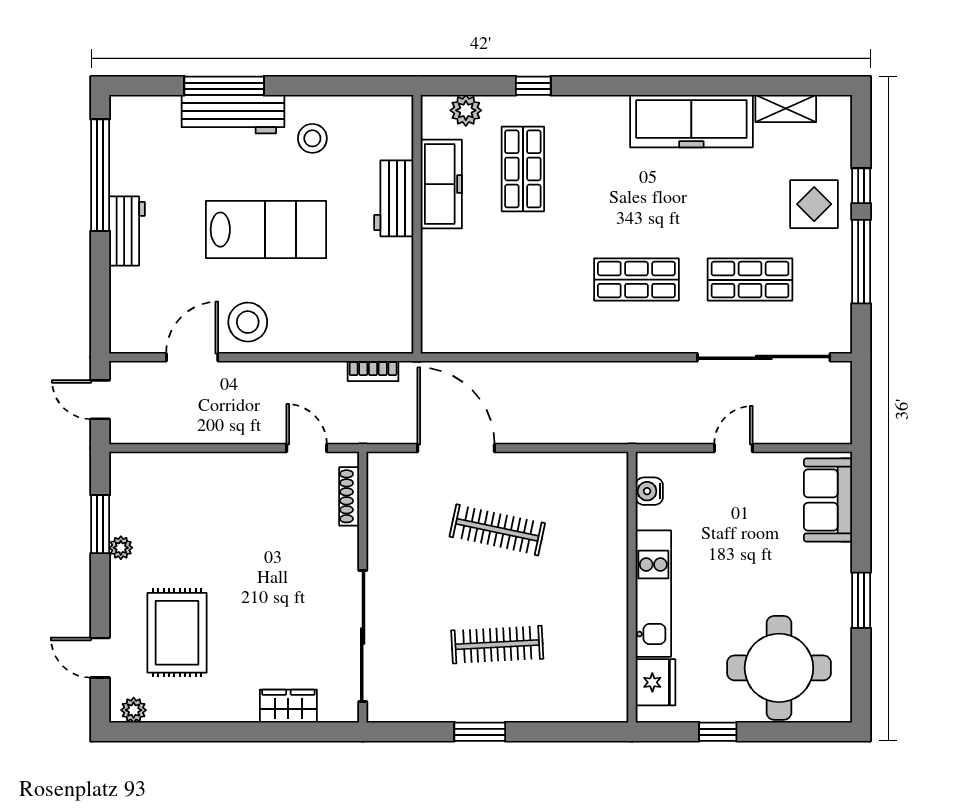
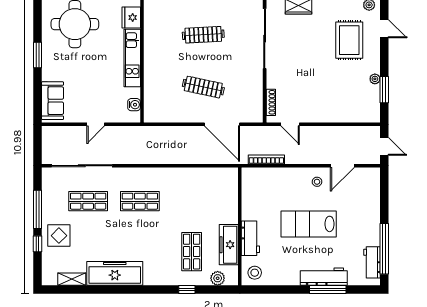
stool: (312, 138) -> (255, 273), moved
workbench: (127, 231) -> (372, 262), moved
stool: (248, 322) -> (317, 182), width x0.53, depth x0.53
bookcase: (373, 371) -> (266, 159), width x1.56

